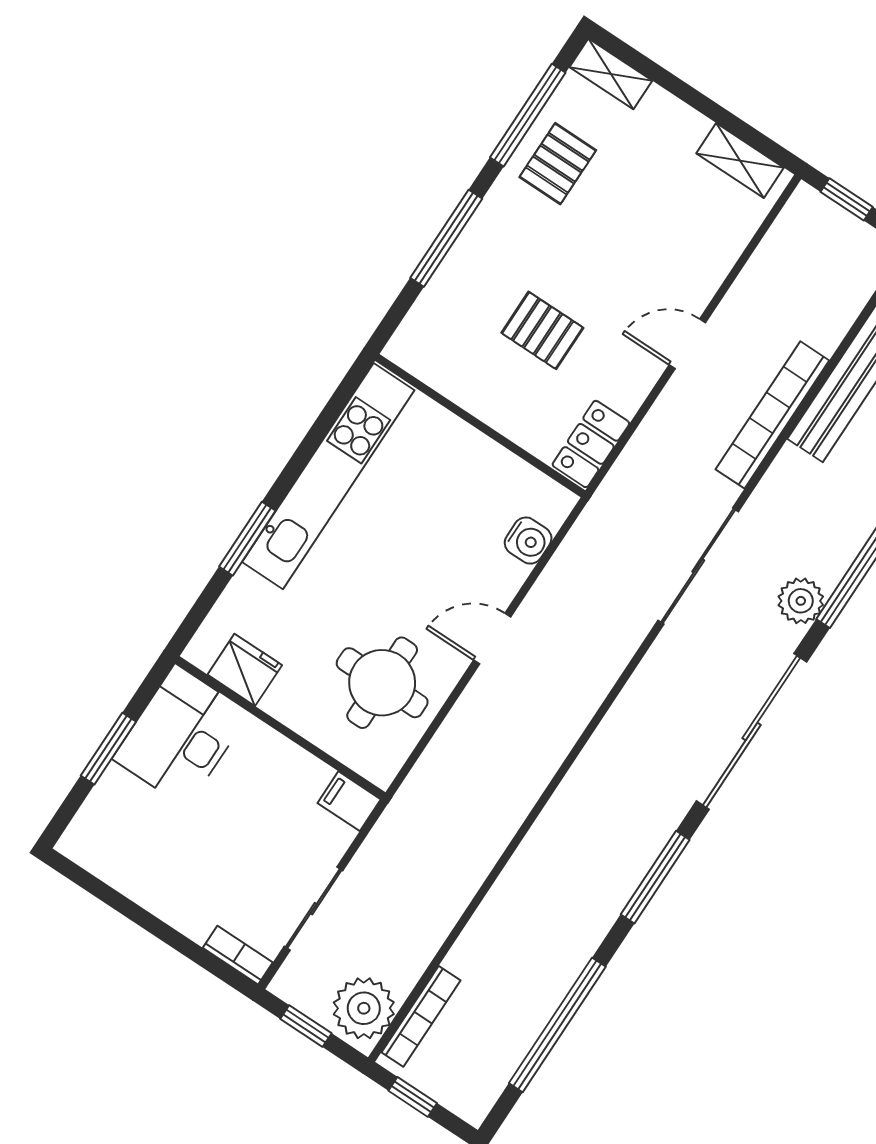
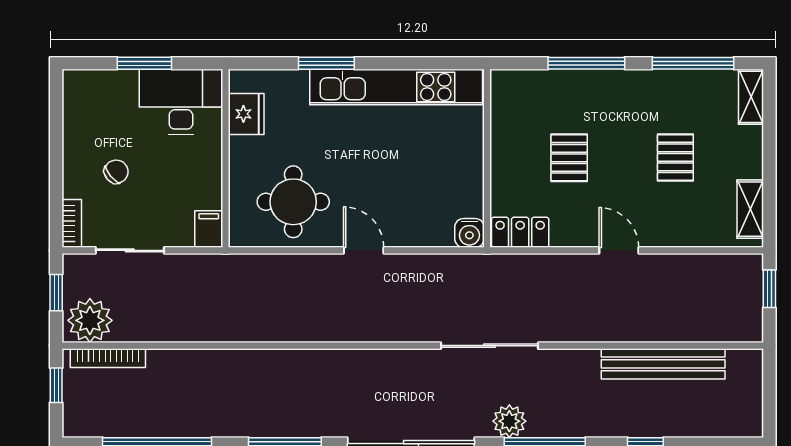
pallet: (558, 164) -> (675, 157), moved, turned 90
bookcase: (772, 415) -> (610, 330), removed
water cooler: (528, 541) -> (469, 233), moved
chair: (212, 864) -> (116, 172), added

